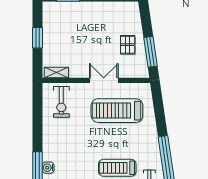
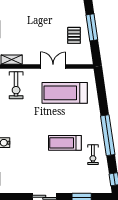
window: (150, 52) -> (92, 27), moved

